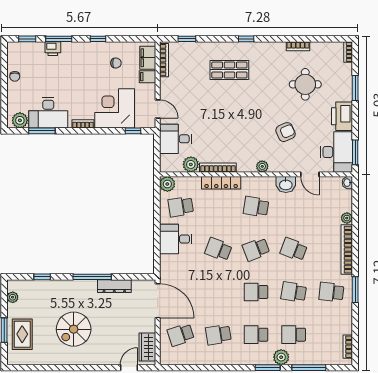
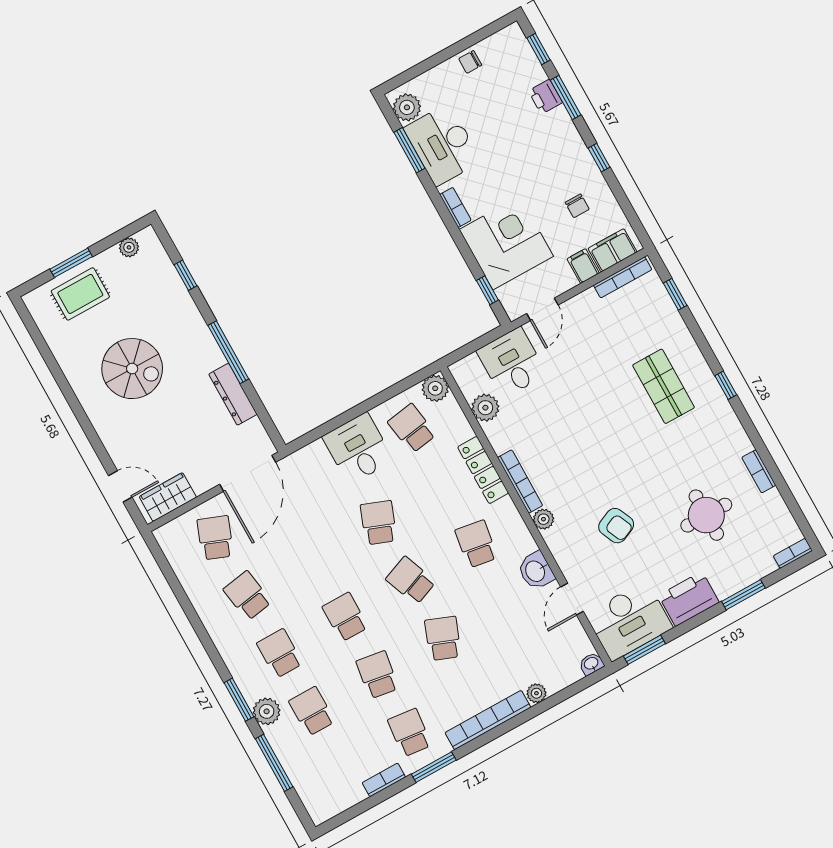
bookcase: (218, 168) -> (520, 481), moved
spiral stairs: (74, 329) -> (132, 369), turned 180
school desk: (181, 335) -> (215, 538), turned 39
bookcase: (348, 347) -> (384, 780), moved

